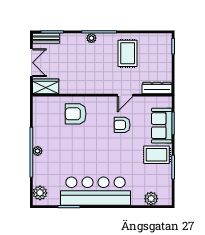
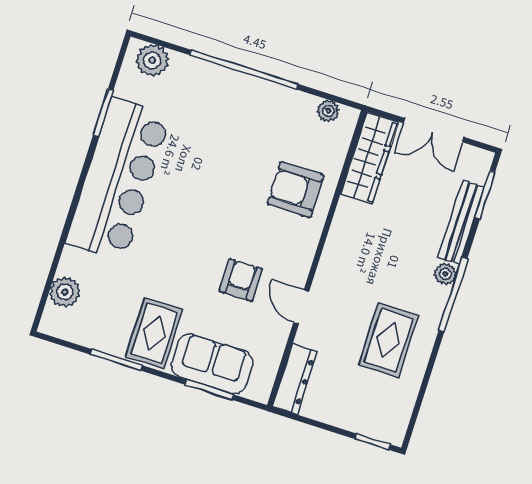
bench: (46, 38) -> (461, 222), moved, width x1.36
rug: (128, 53) -> (389, 340), turned 90
wardrobe: (46, 86) -> (369, 158), width x1.50
armchair: (76, 114) -> (295, 189), turned -90
plant: (38, 151) -> (328, 111), moved

